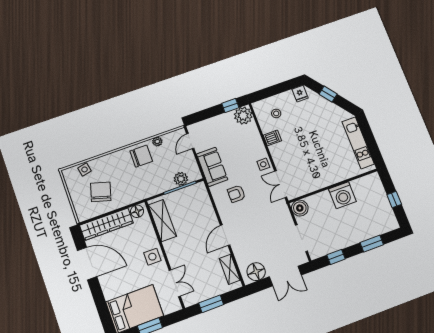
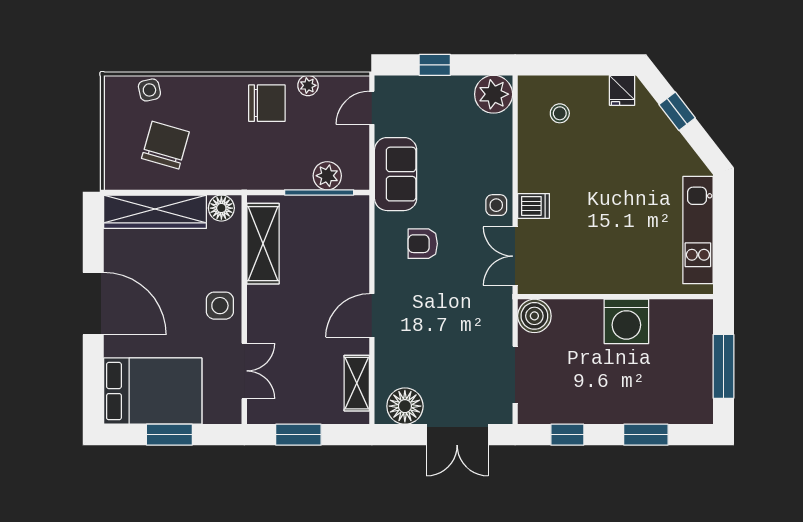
window: (230, 106) -> (435, 65), moved
dishwasher: (272, 138) -> (534, 206), moved
window: (394, 199) -> (723, 366), width x2.17
door: (87, 264) -> (93, 304), moved

